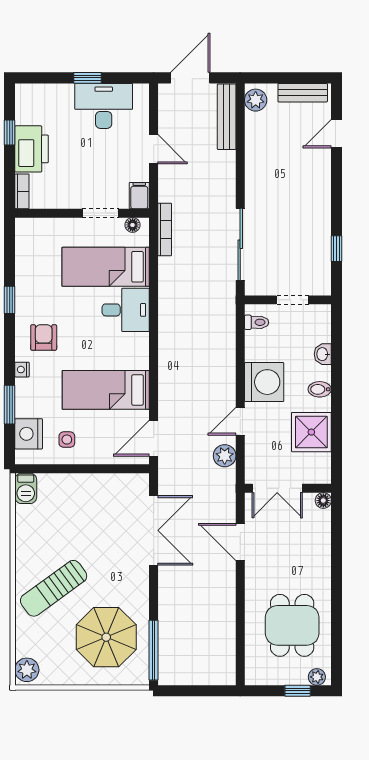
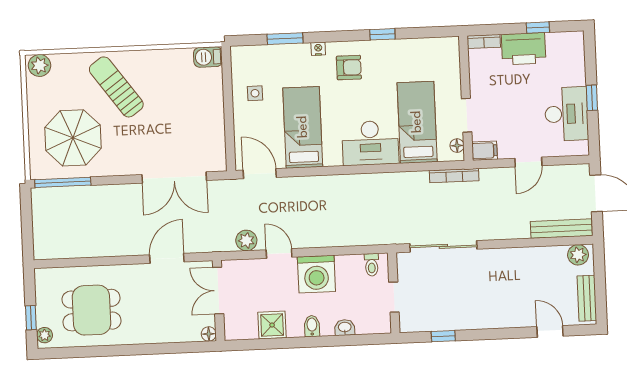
desk: (126, 310) -> (370, 143), width x1.37
shower: (311, 432) -> (272, 325), width x0.73, depth x0.73
nightstand: (29, 434) -> (259, 57), removed

